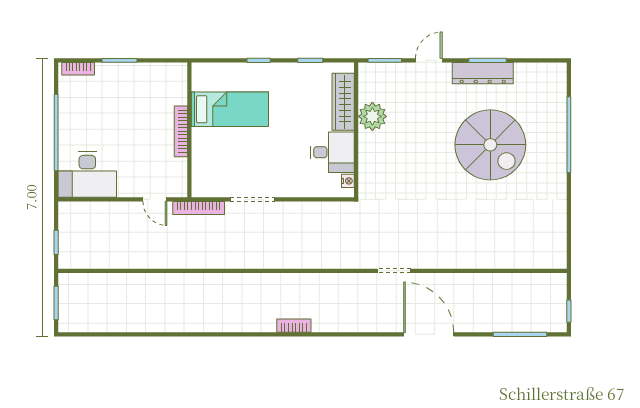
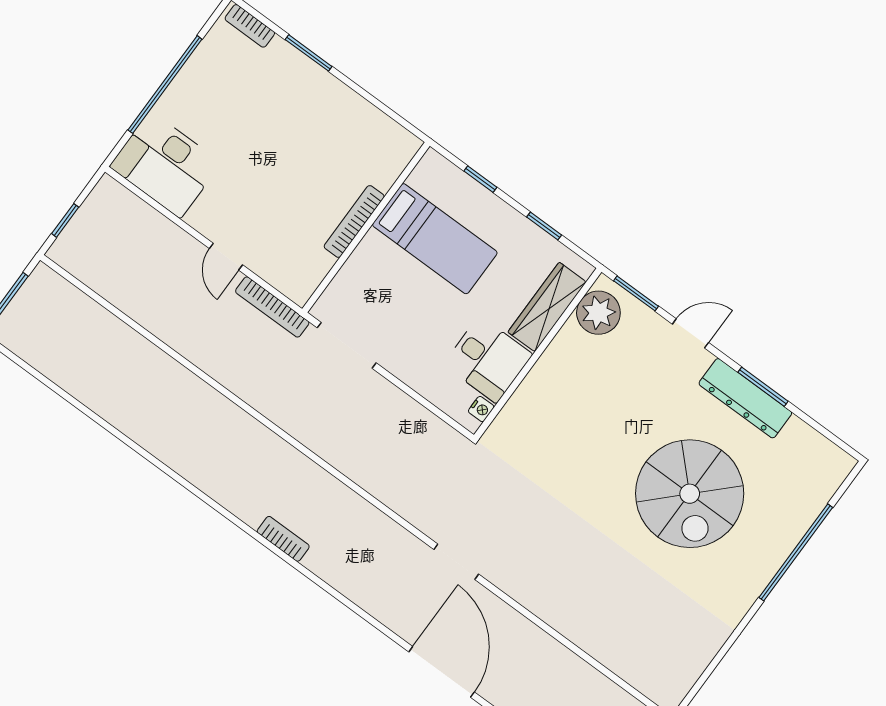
bed: (230, 109) -> (435, 239), moved
plant: (372, 116) -> (598, 313), moved
wall: (189, 130) -> (366, 227), moved
bookcase: (181, 131) -> (354, 221), moved

